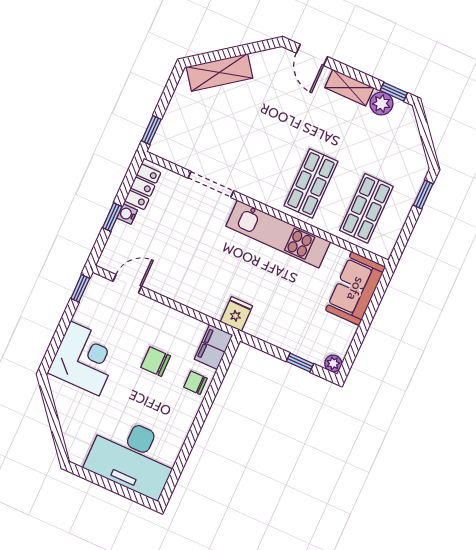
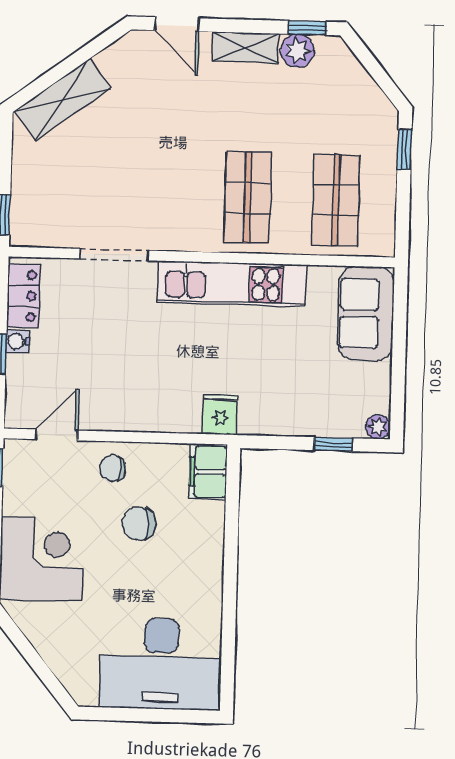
chair: (195, 383) -> (113, 468), moved

